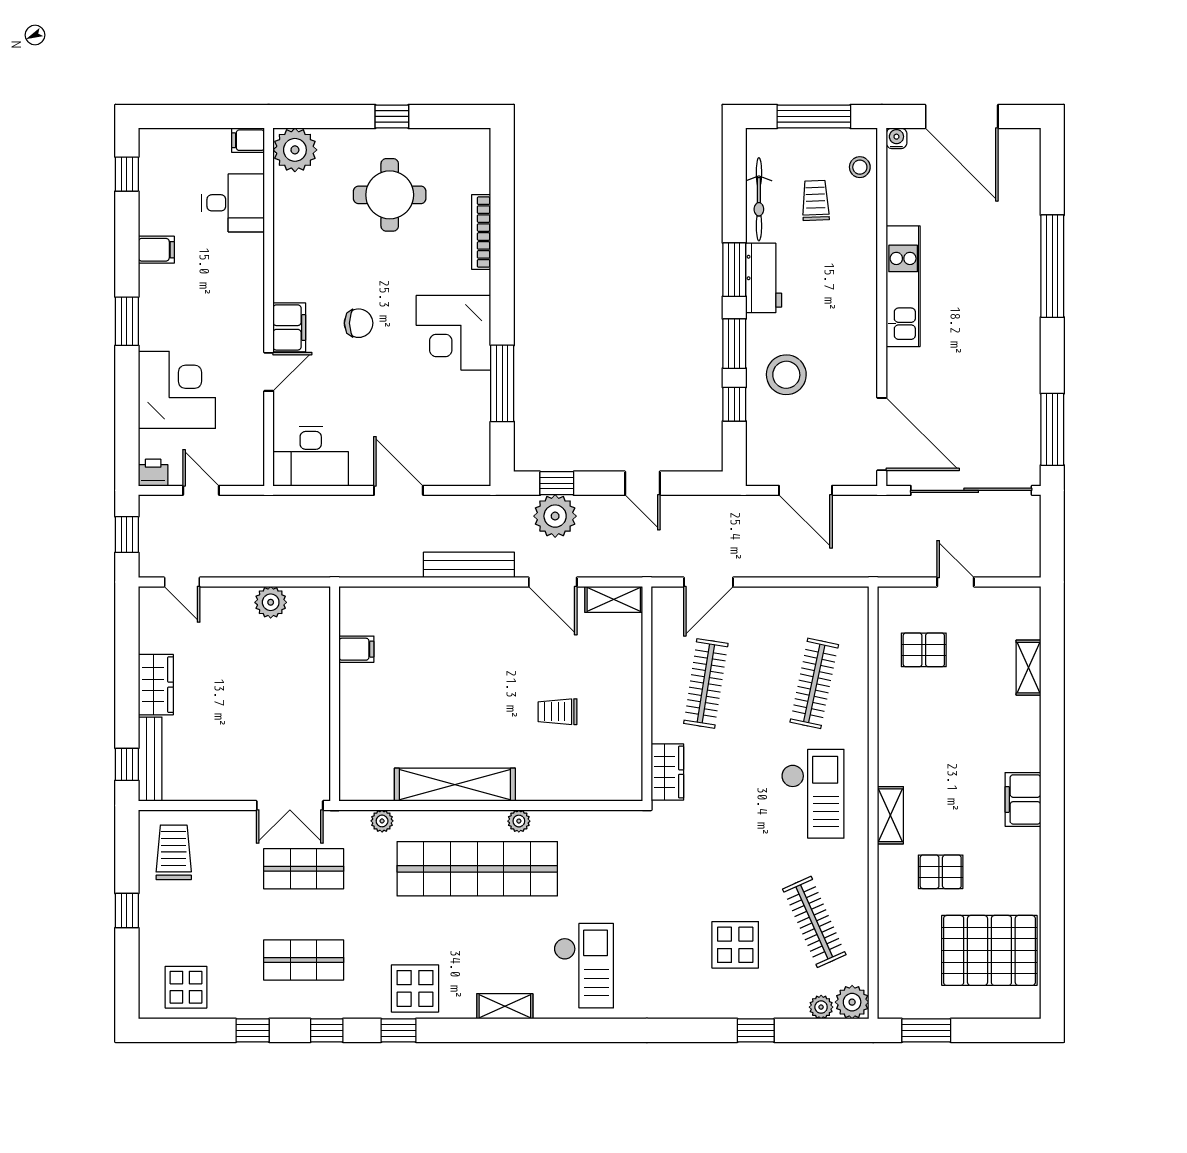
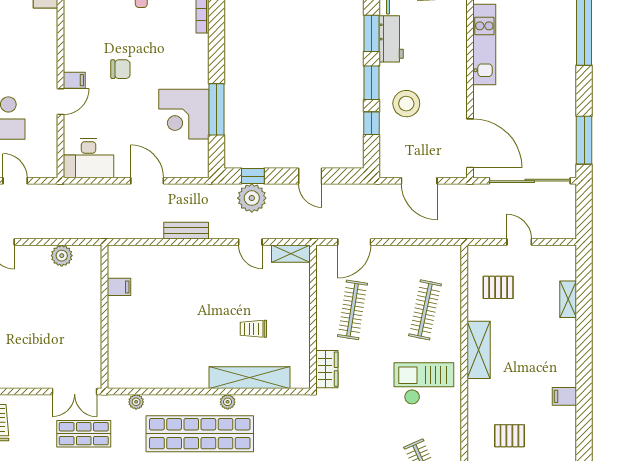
filing cabinet: (289, 327) -> (74, 80), width x0.50
corner desk: (453, 333) -> (184, 114), moved
bench: (469, 565) -> (186, 231), width x0.73
door: (553, 582) -> (250, 242), width x0.73
shelving: (455, 785) -> (250, 378), moved
checkout: (813, 794) -> (424, 384), turned -90
filing cabinet: (1023, 799) -> (564, 396), width x0.50
shelving: (890, 815) -> (479, 350), moved, width x1.50, depth x1.33

